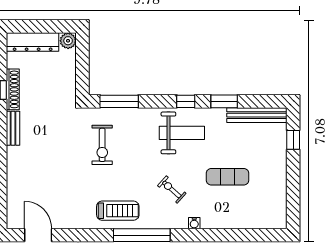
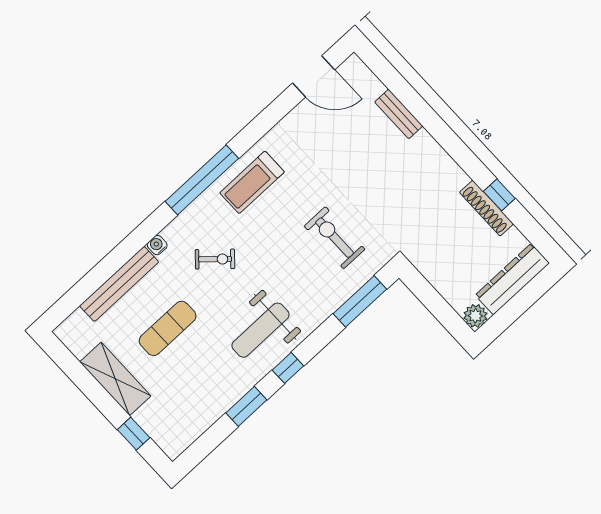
bench: (257, 115) -> (119, 284), moved
bench: (13, 128) -> (399, 114), moved
shelving: (277, 176) -> (115, 379), added

